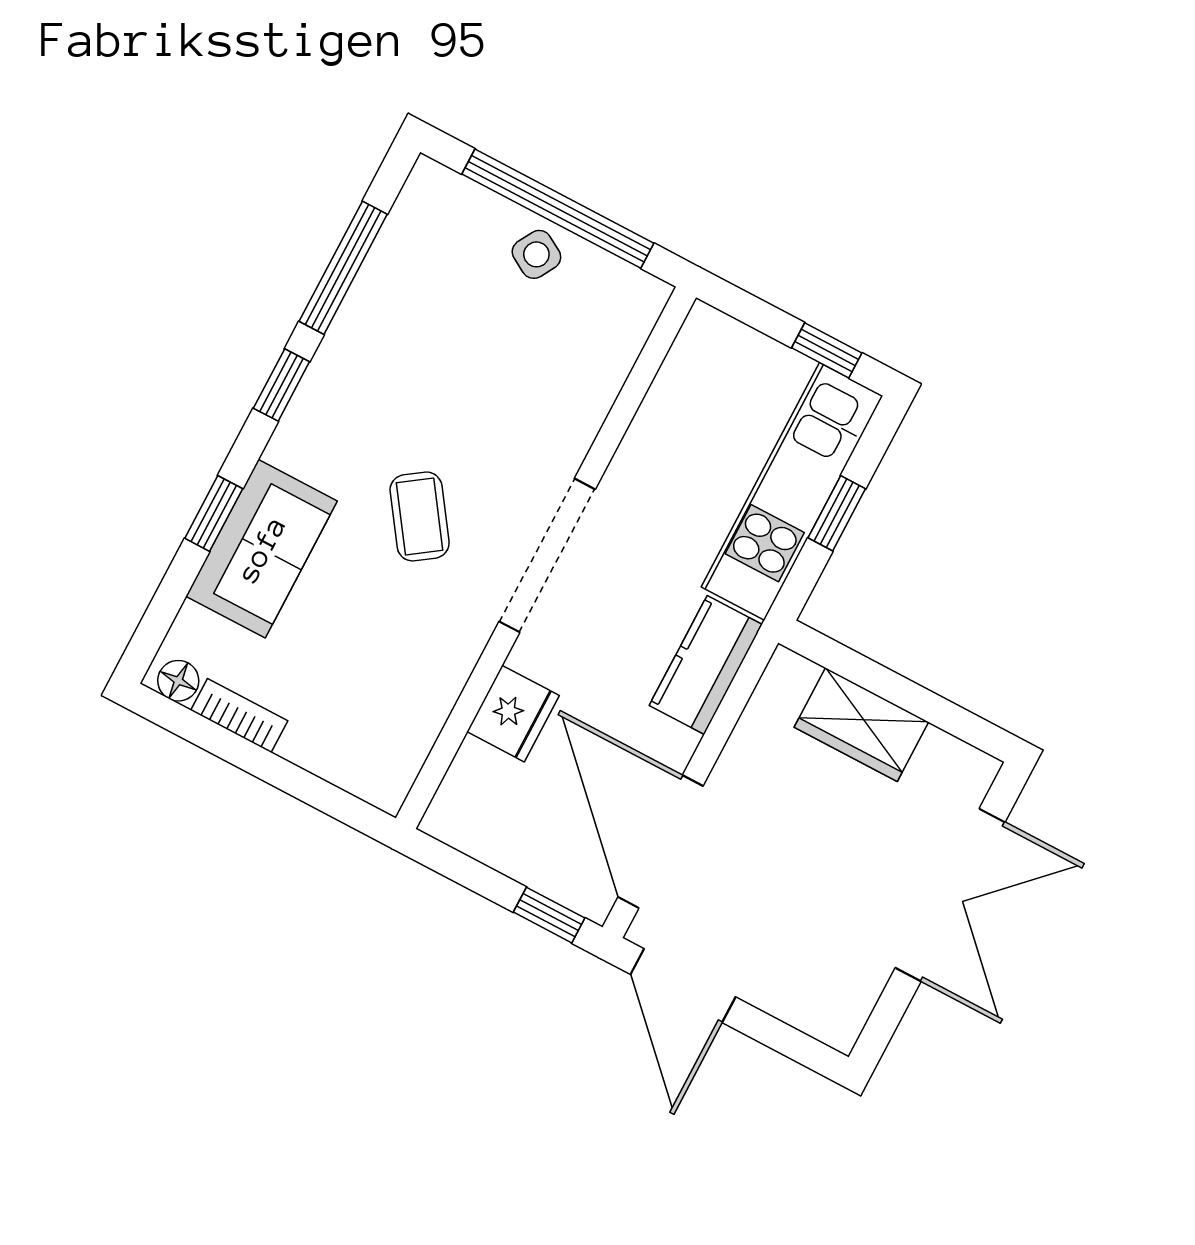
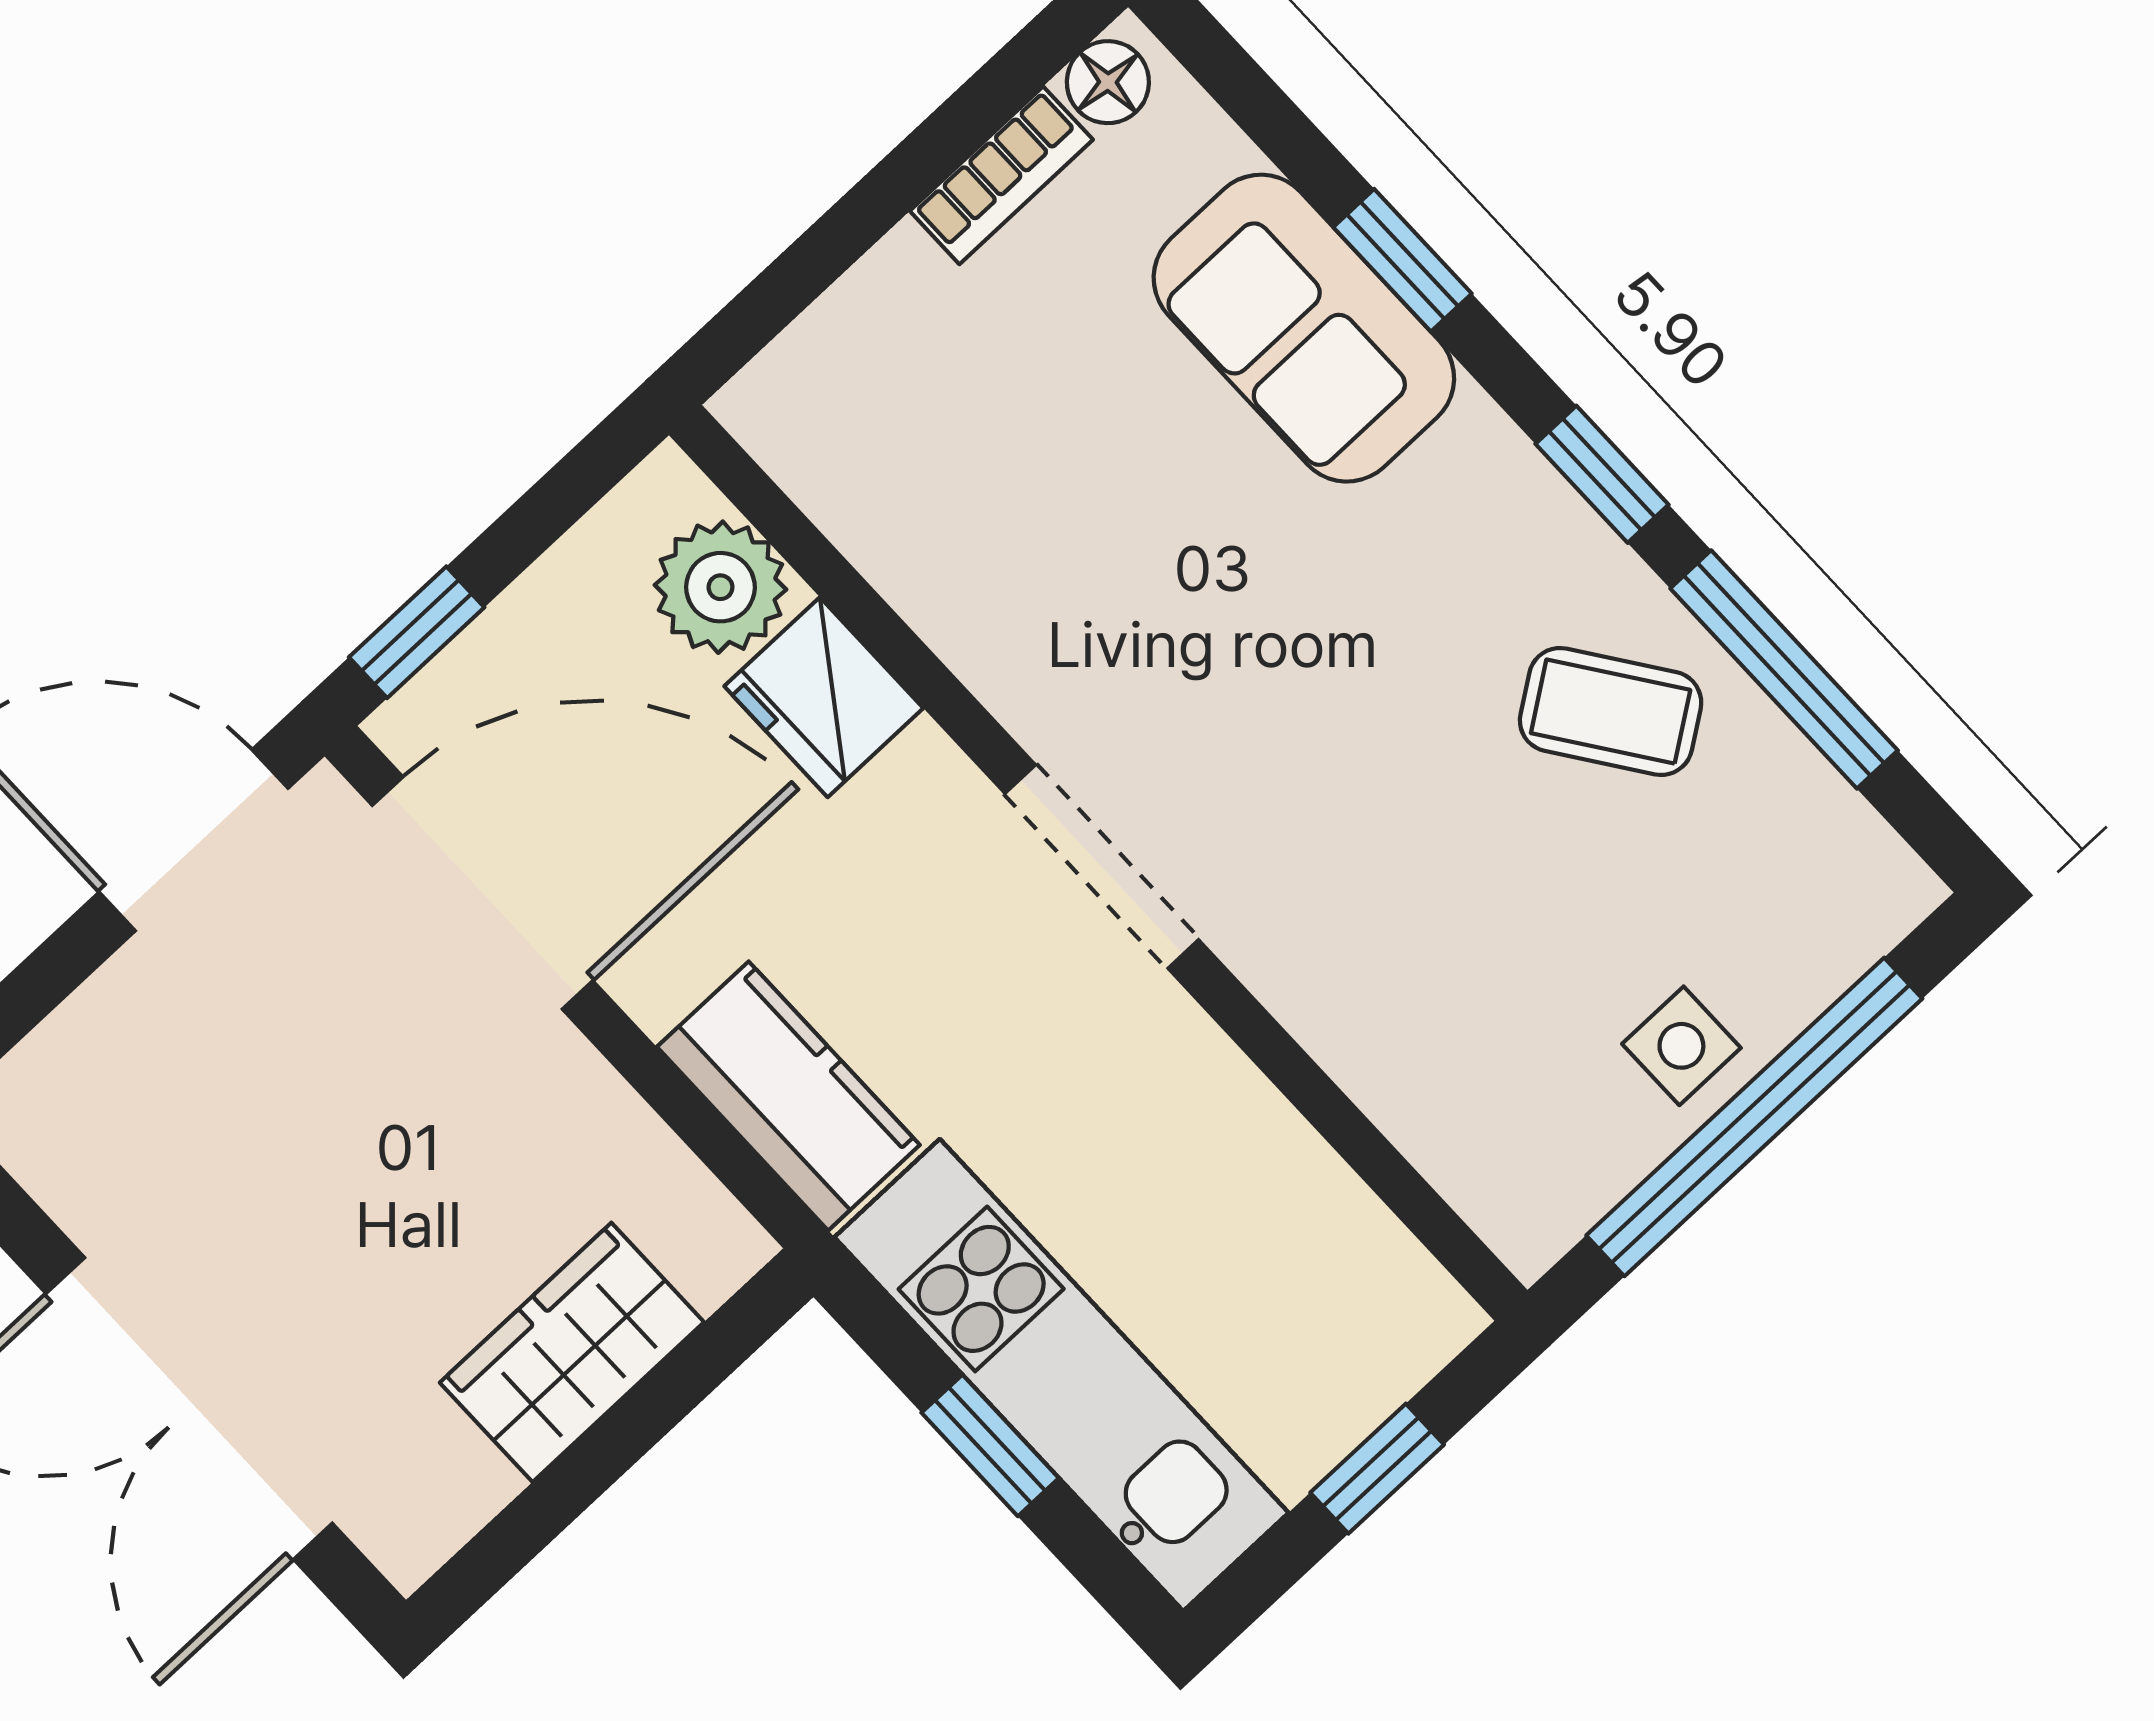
side table: (536, 254) -> (1681, 1046), turned -30
window: (827, 350) -> (1377, 1469), moved
coffee table: (420, 516) -> (1611, 712), moved
doorway: (547, 555) -> (1102, 867), width x0.73
plant: (478, 780) -> (720, 587), added

